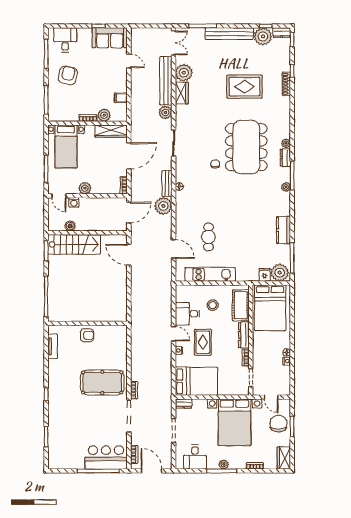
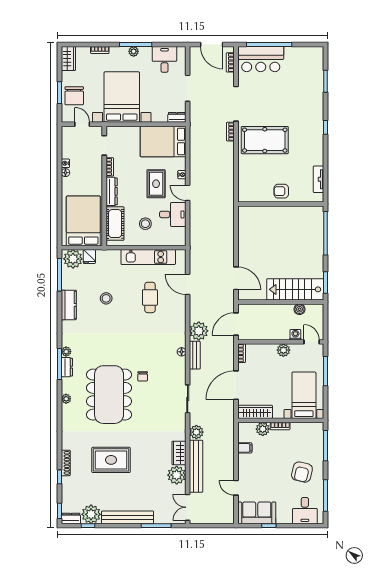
dresser: (285, 158) -> (67, 367), moved
stool: (249, 236) -> (106, 298), added

